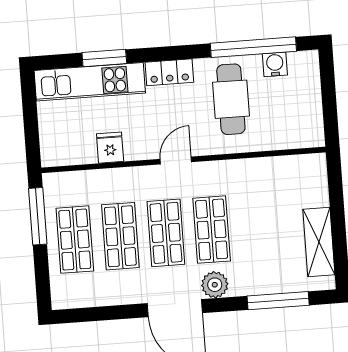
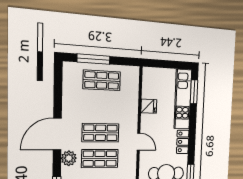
window: (104, 58) -> (194, 92), moved
window: (38, 216) -> (94, 59), moved
shop shelf: (120, 236) -> (101, 107), removed

